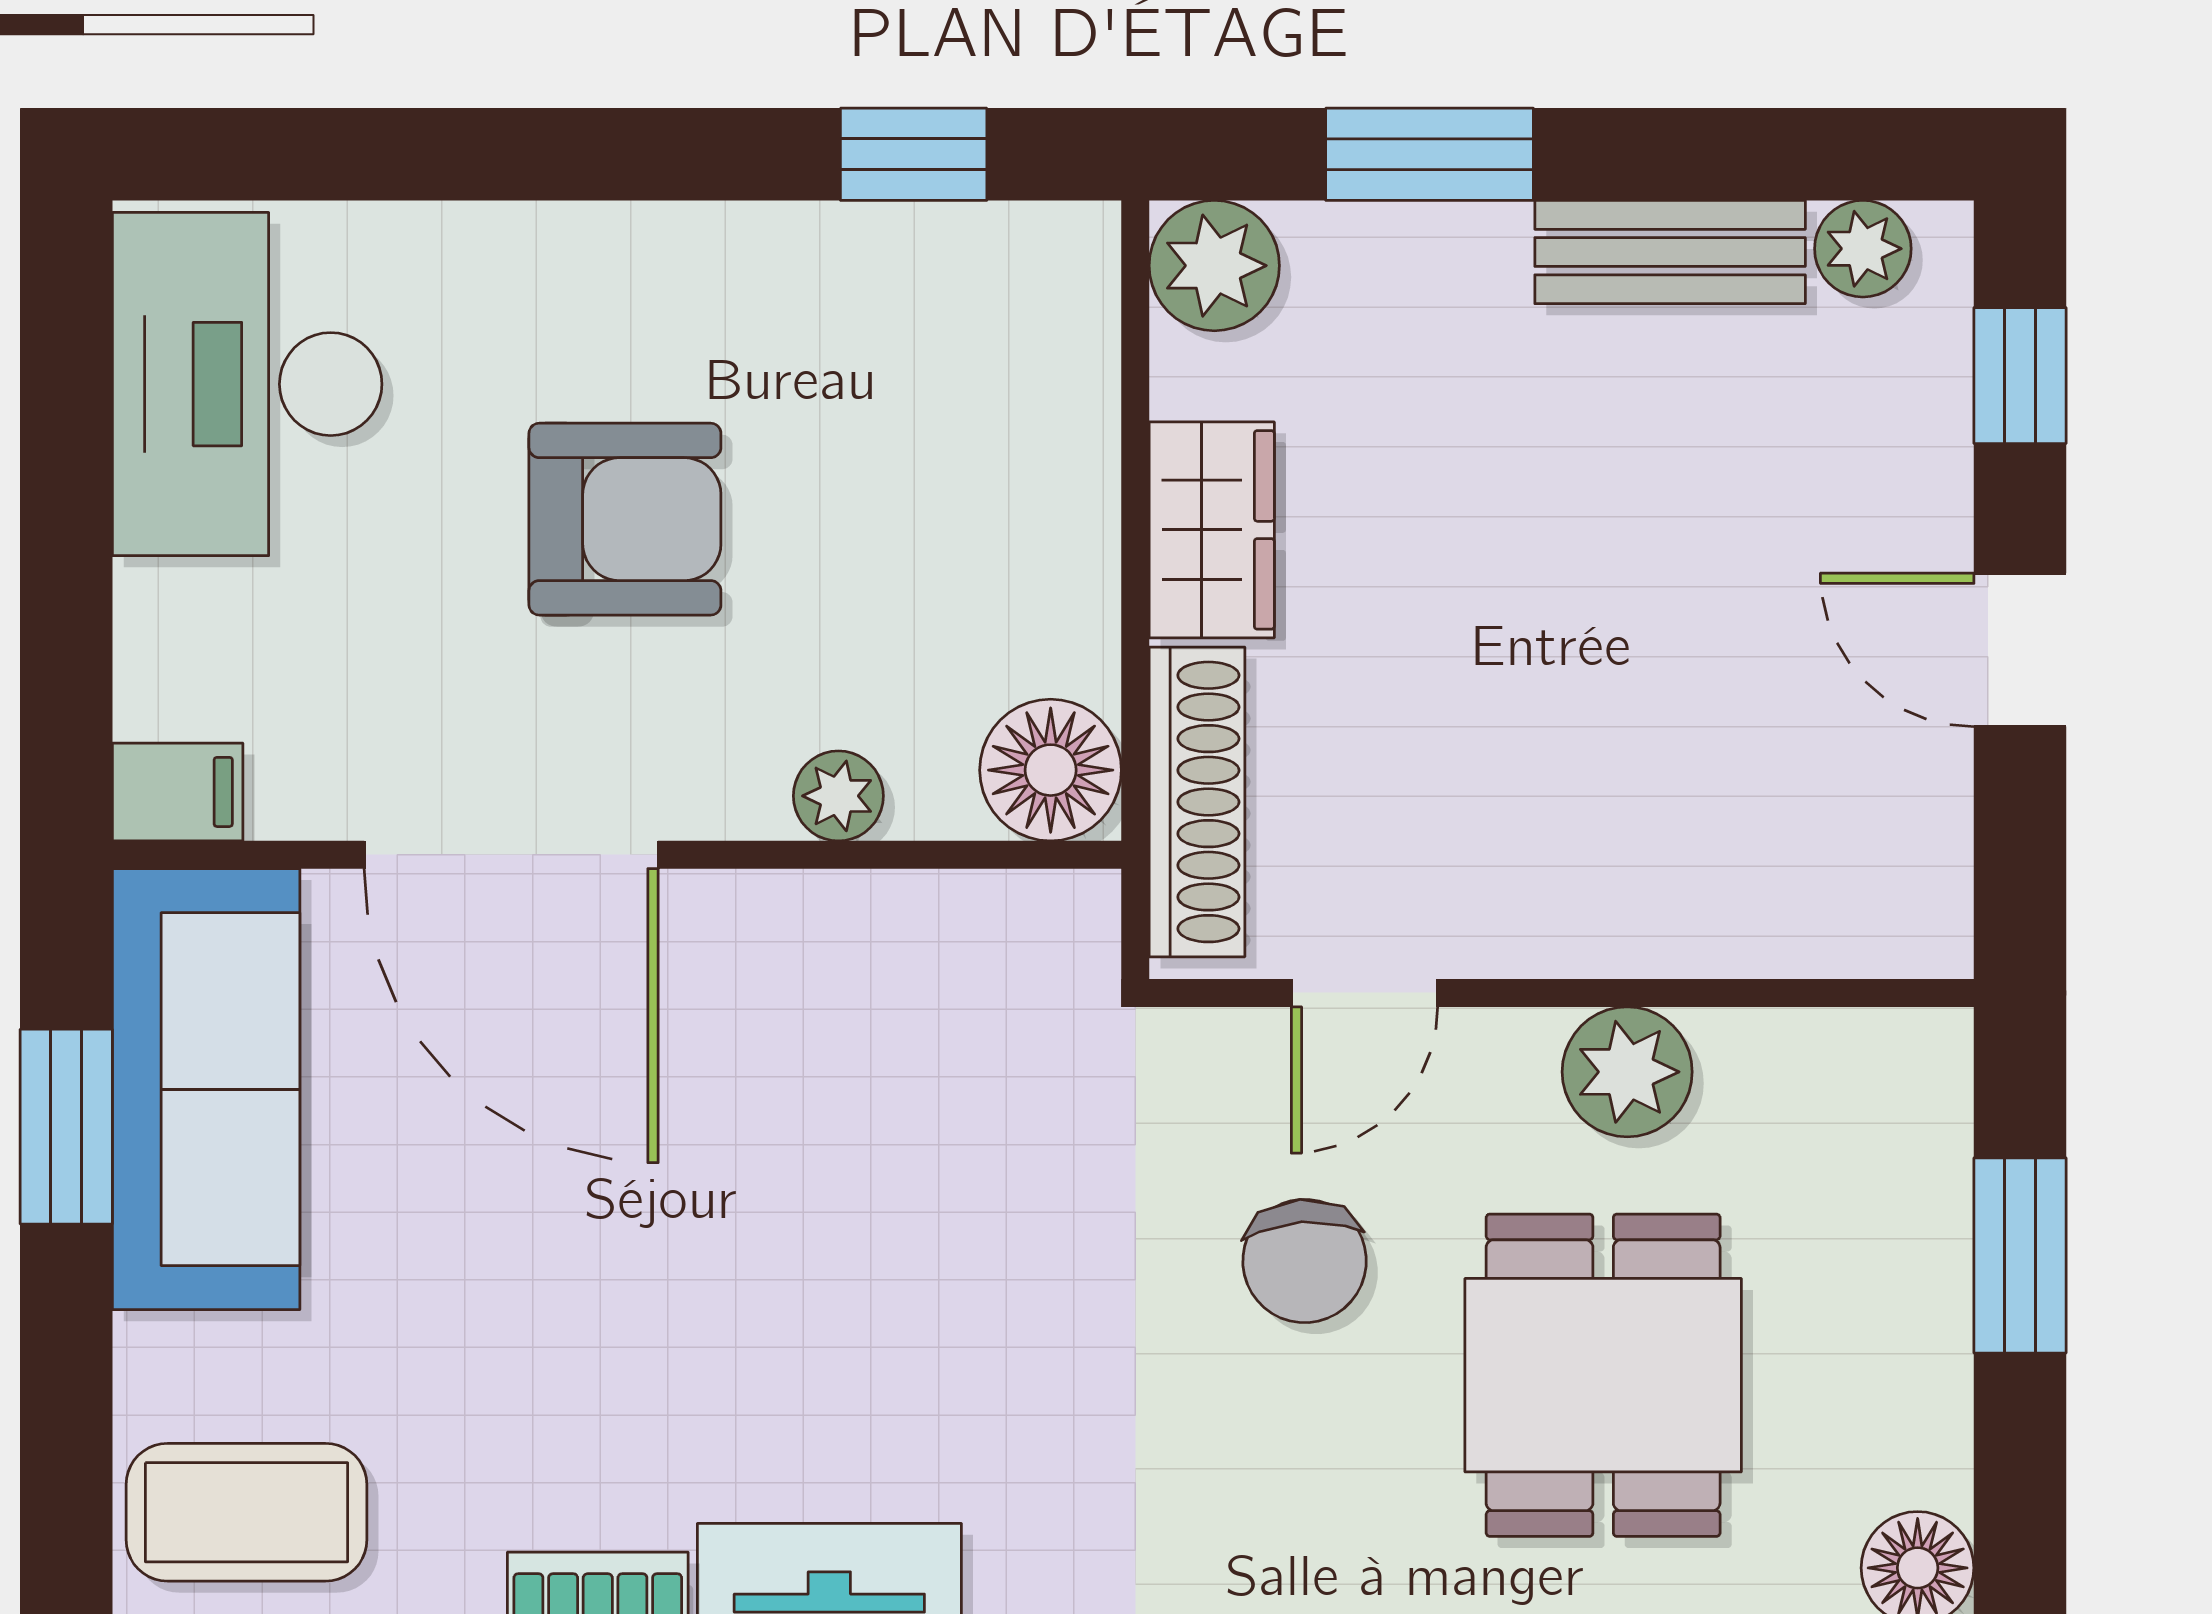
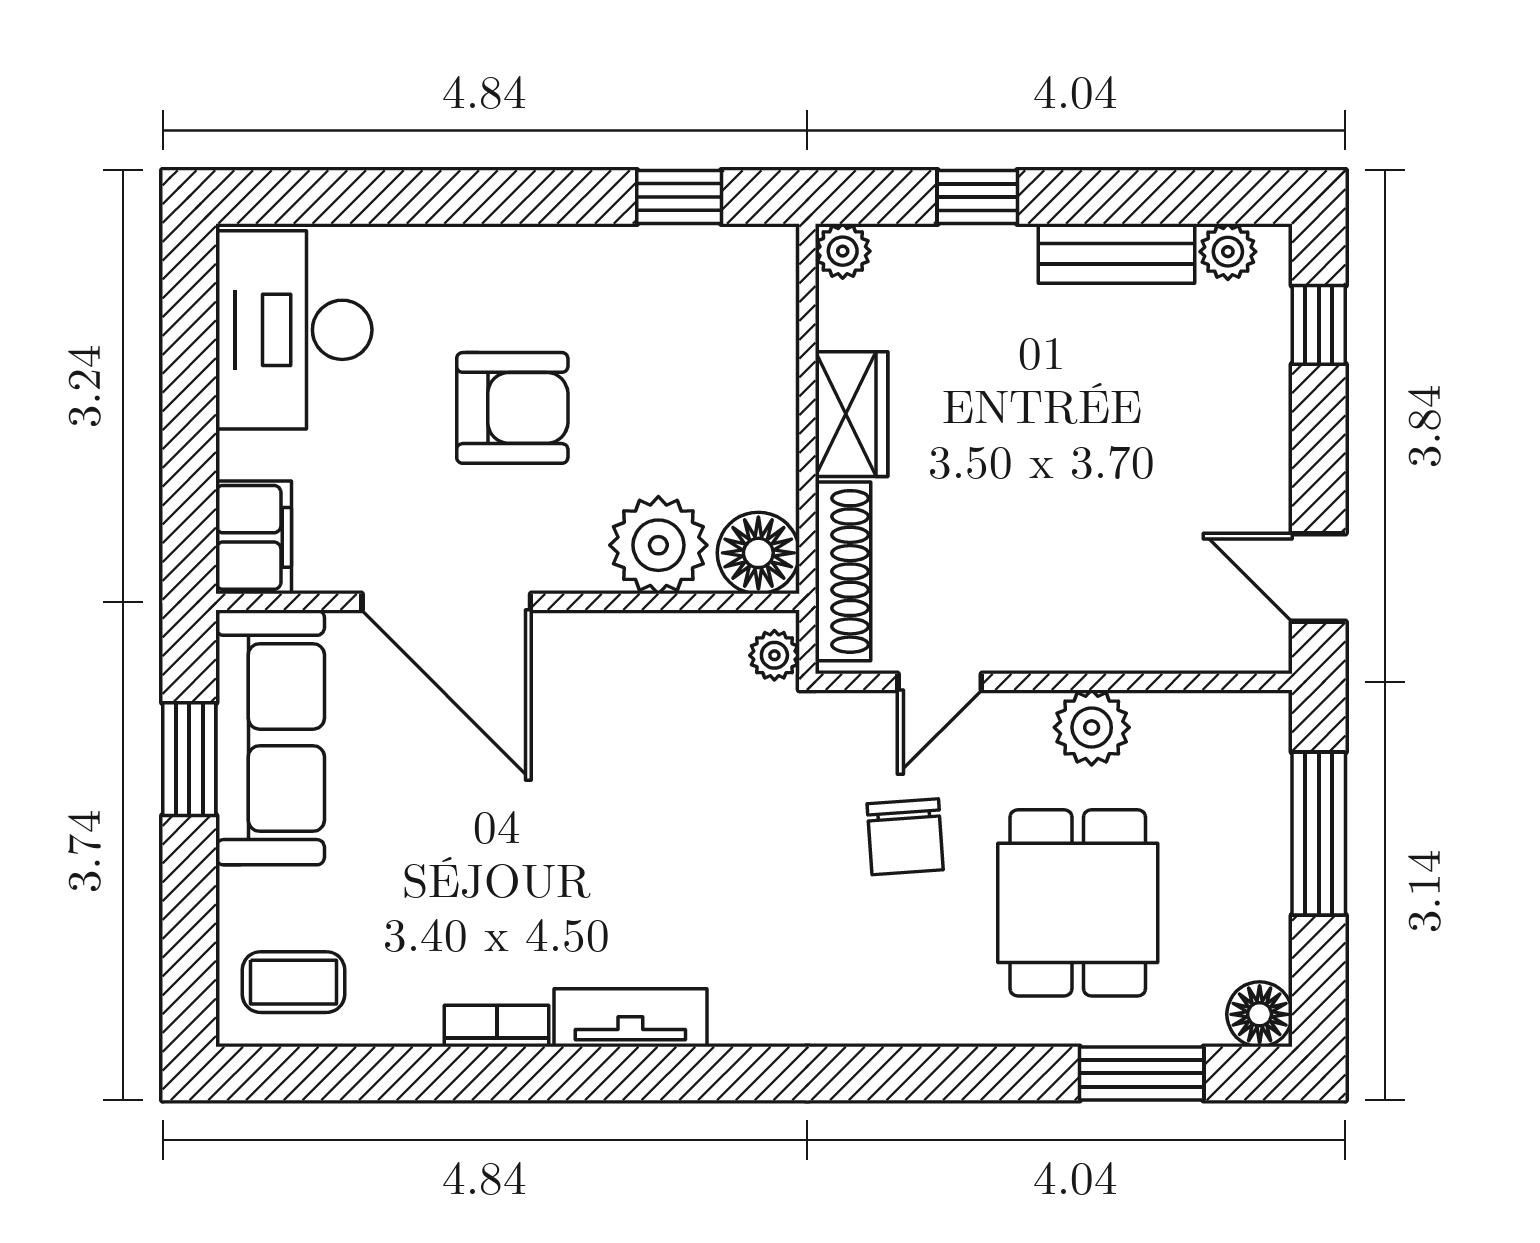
window: (1430, 154) -> (977, 197), width x0.67
plant: (1214, 266) -> (843, 251), width x0.73, depth x0.73
door: (2020, 650) -> (1319, 578), moved
filing cabinet: (178, 792) -> (254, 537), width x2.00
plant: (838, 796) -> (658, 545), width x1.88, depth x1.88
plant: (1078, 947) -> (774, 655), added
window: (2020, 1255) -> (1319, 834), width x1.44
coffee table: (247, 1512) -> (293, 982), width x0.73, depth x0.77

